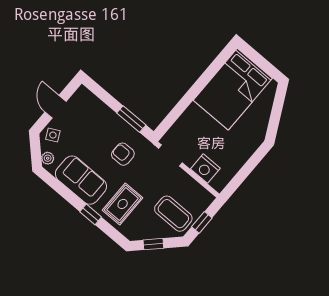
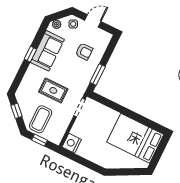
armchair: (123, 154) -> (84, 52), moved, turned 90
nightstand: (205, 169) -> (72, 143), moved
rug: (123, 204) -> (53, 90), moved
window: (91, 214) -> (30, 54), moved

